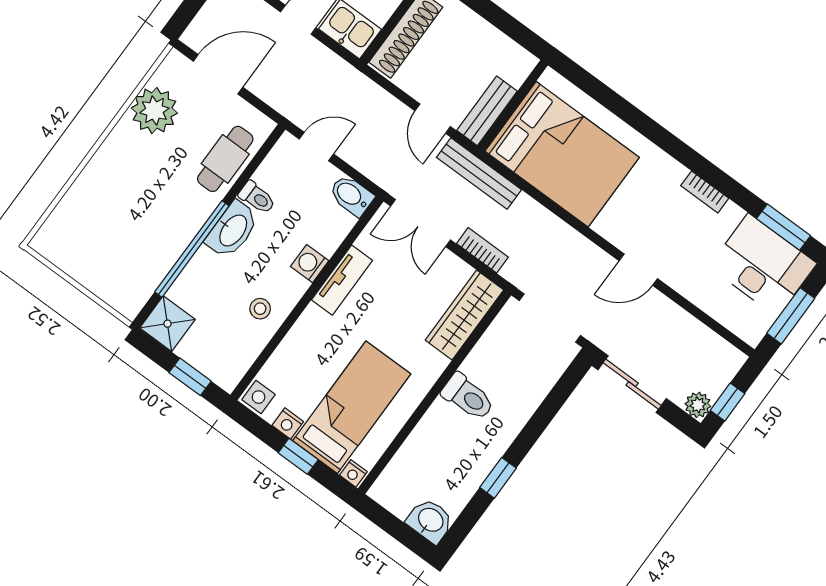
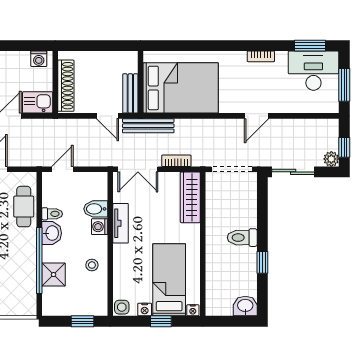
bidet: (351, 195) -> (96, 209), moved
washbasin: (232, 230) -> (52, 233), width x0.72
shower: (167, 324) -> (54, 275), moved
toilet: (468, 397) -> (242, 238), moved, turned 180

